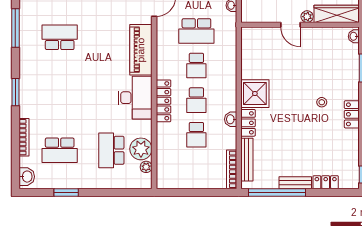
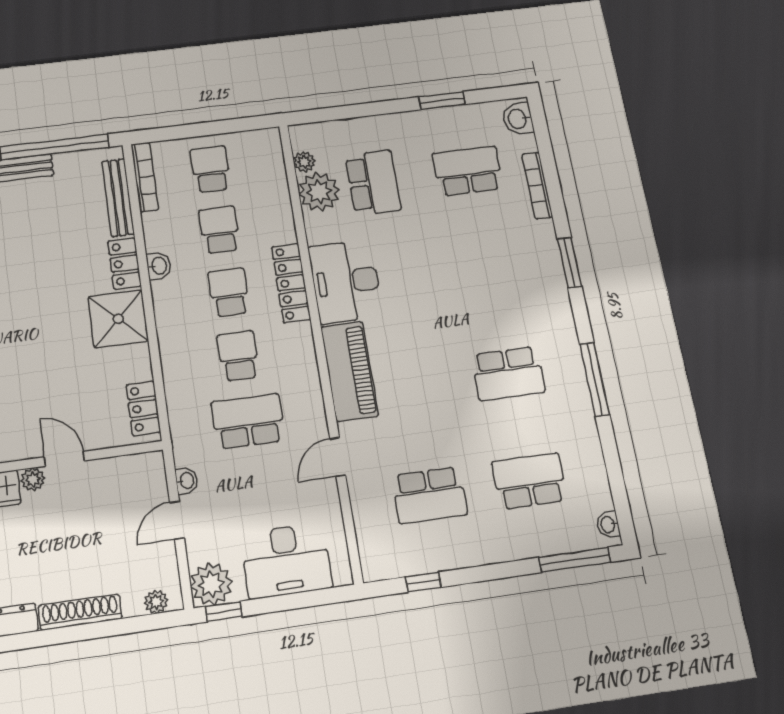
locker: (248, 45) -> (143, 408), added
school desk: (196, 169) -> (210, 169), added

